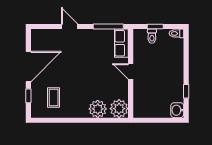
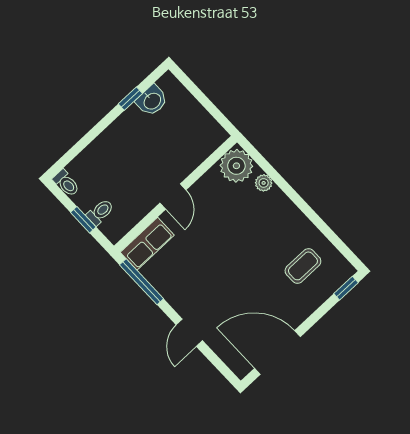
door: (28, 67) -> (277, 352), moved
window: (28, 96) -> (346, 288), moved
plant: (98, 109) -> (264, 183), width x0.53, depth x0.53
washbasin: (177, 110) -> (152, 101), moved

